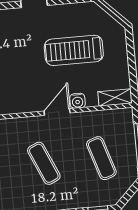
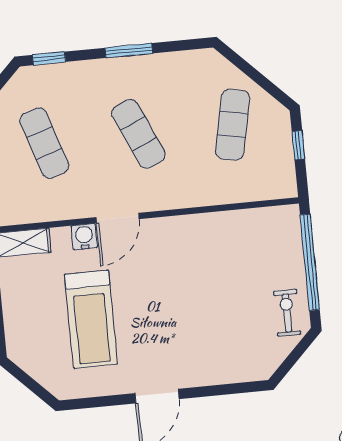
treadmill: (74, 50) -> (91, 319), turned 90

